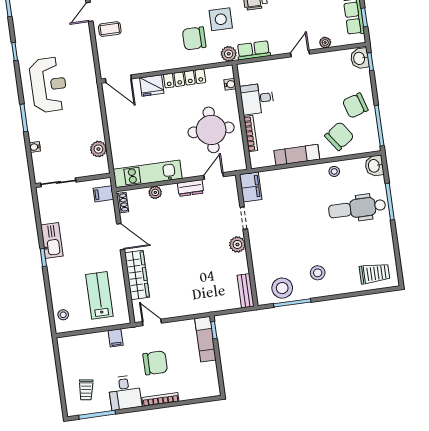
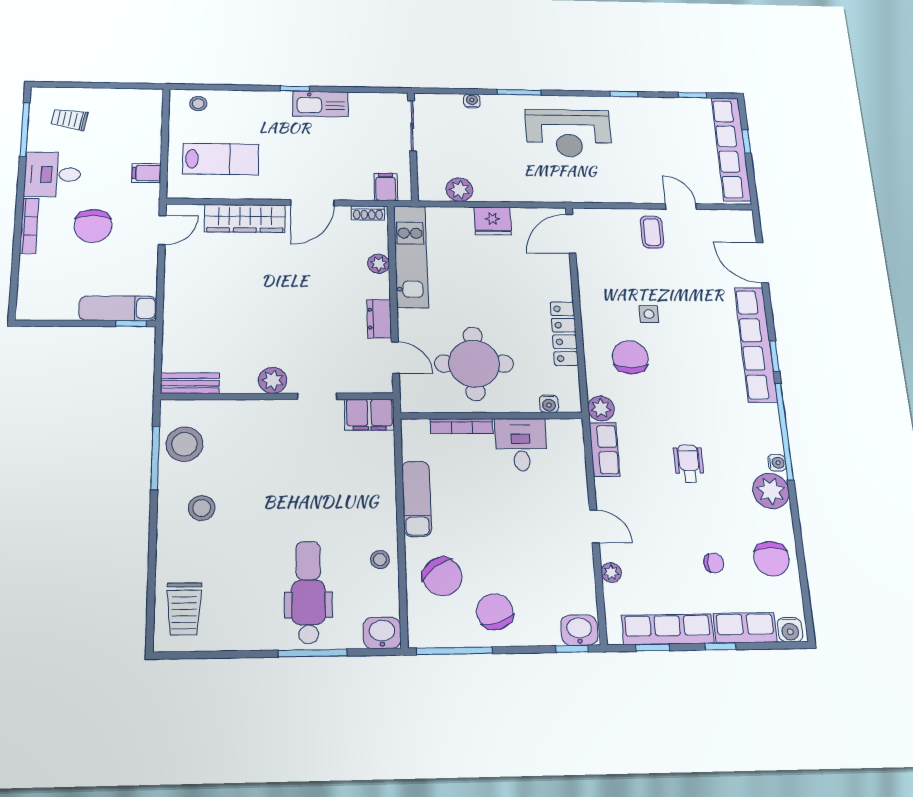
side table: (221, 19) -> (649, 314), moved, width x0.54, depth x0.54
fridge: (152, 85) -> (493, 221), moved, turned -90

